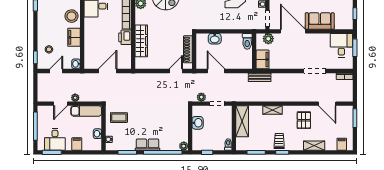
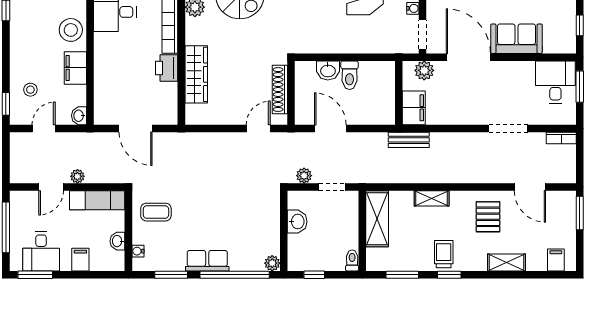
toilet: (247, 41) -> (350, 75), moved
door: (108, 71) -> (136, 128), swing flipped

